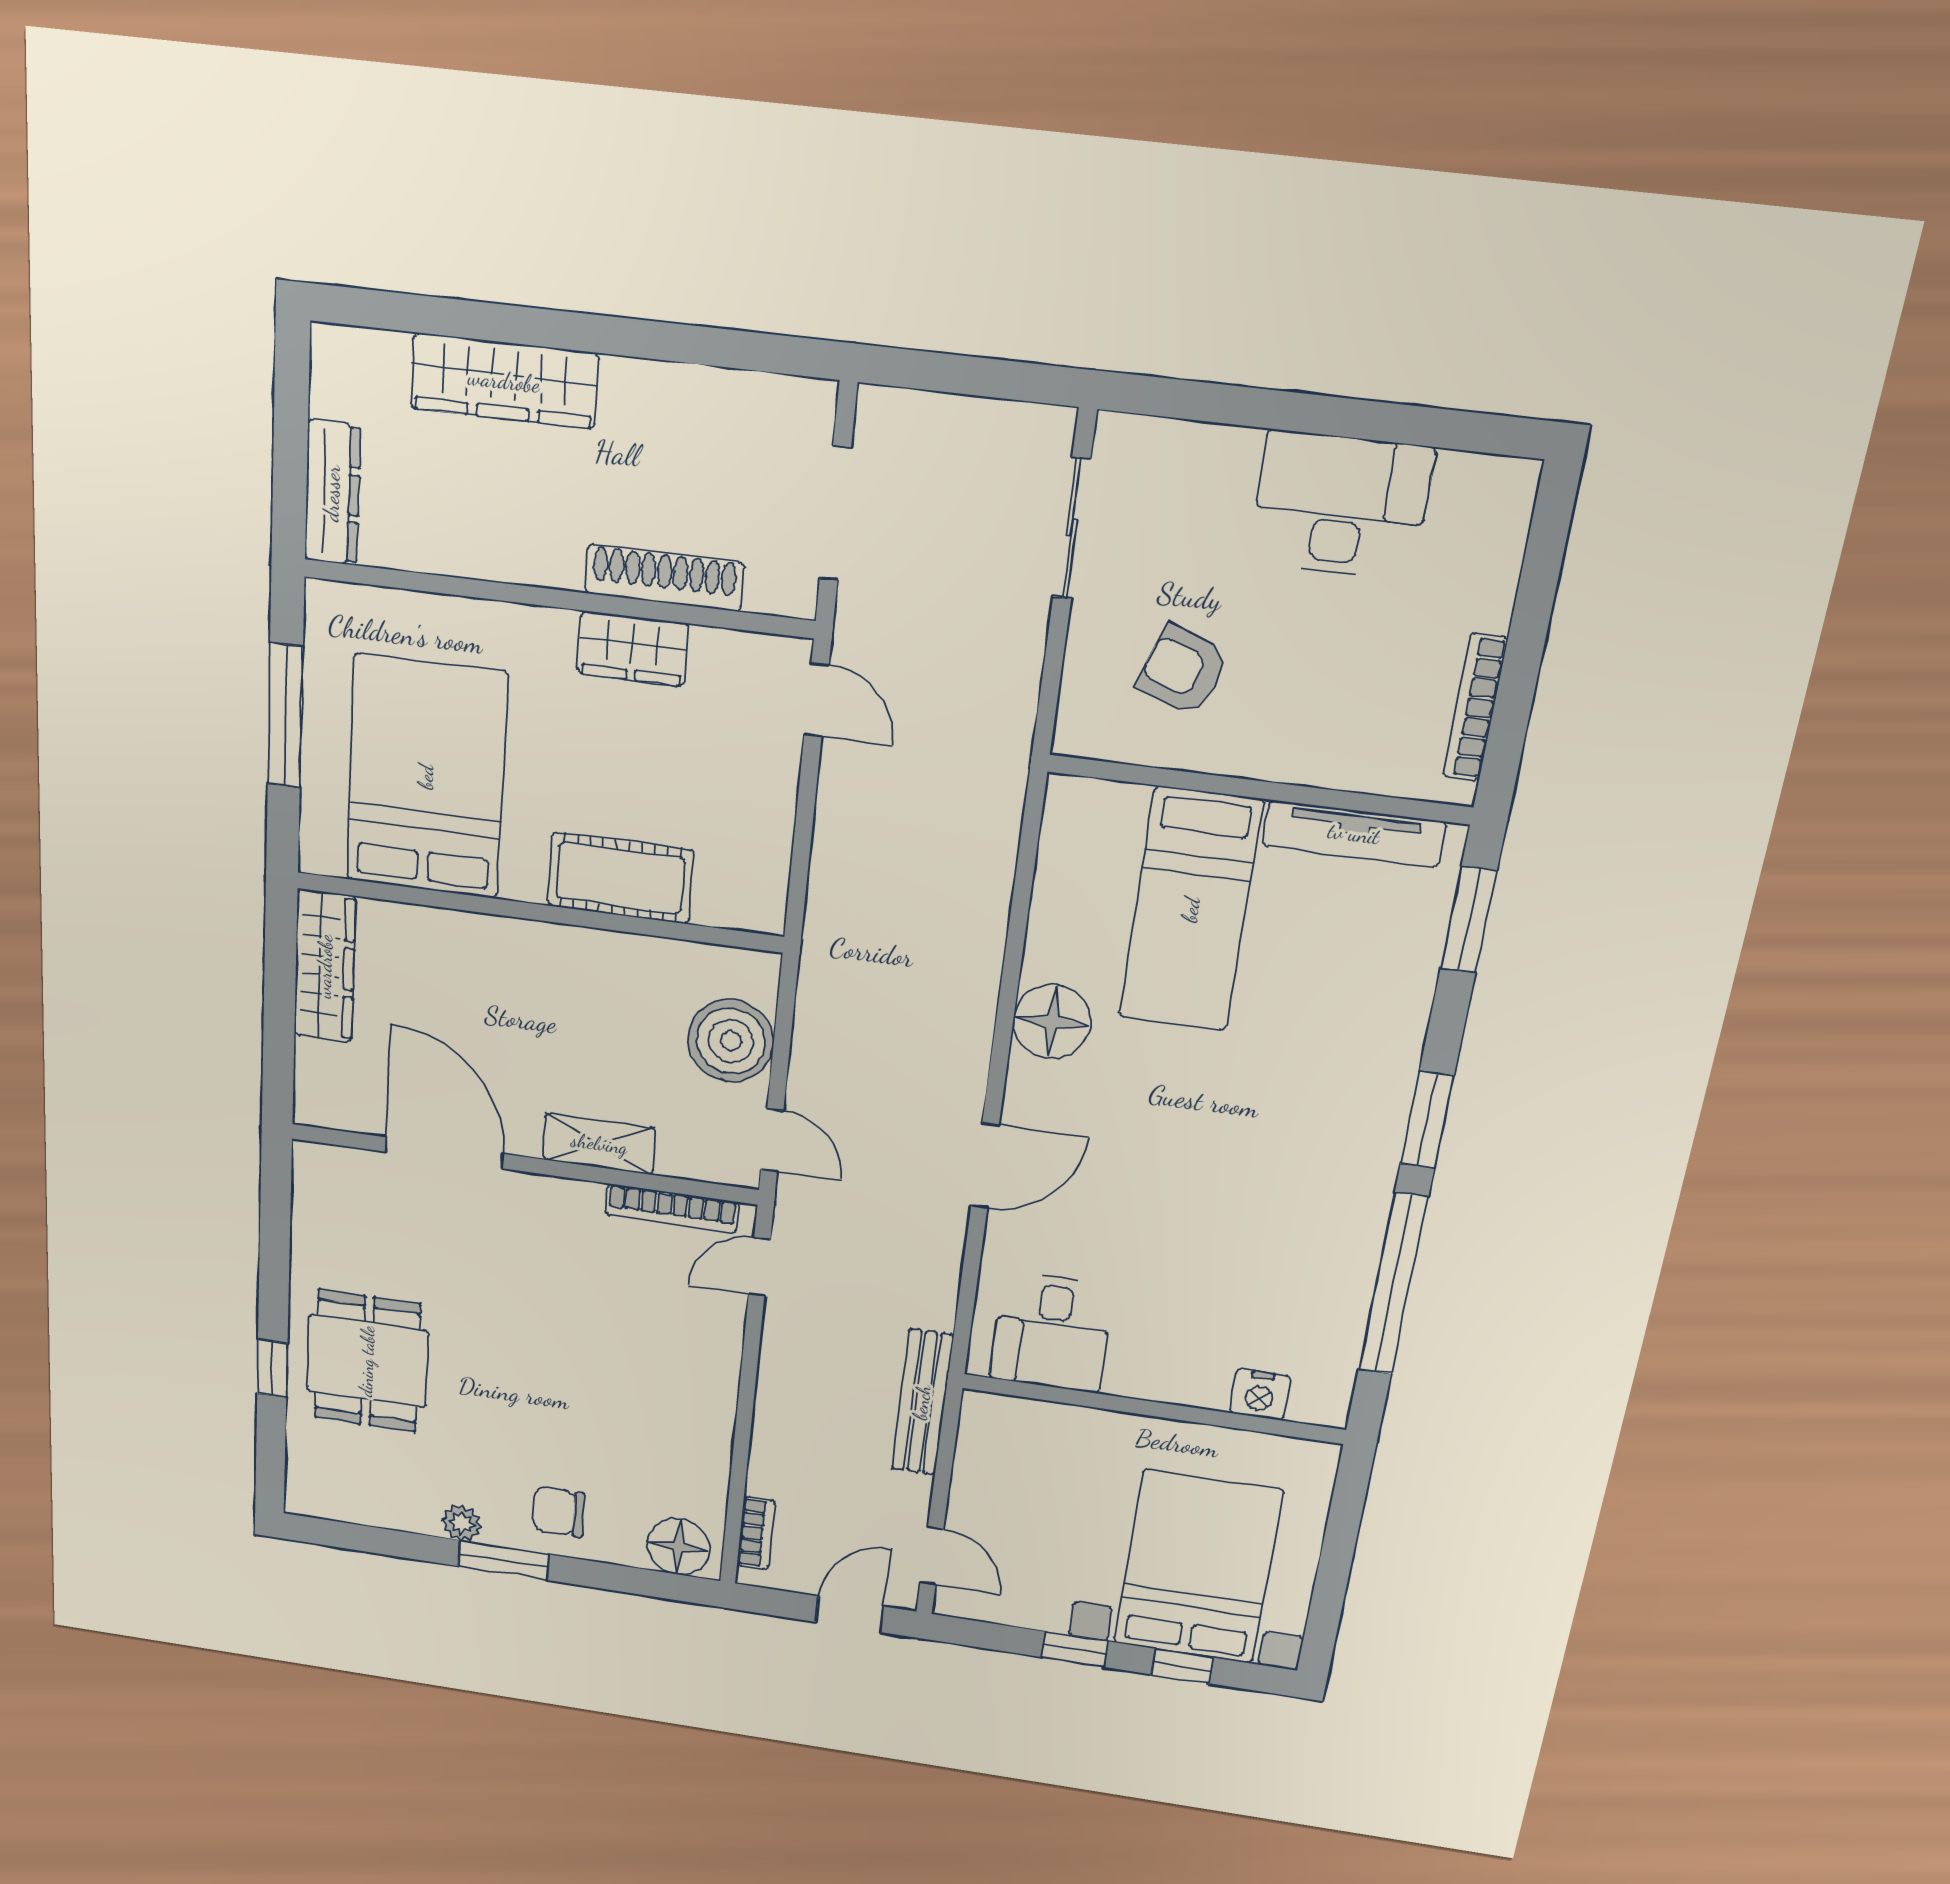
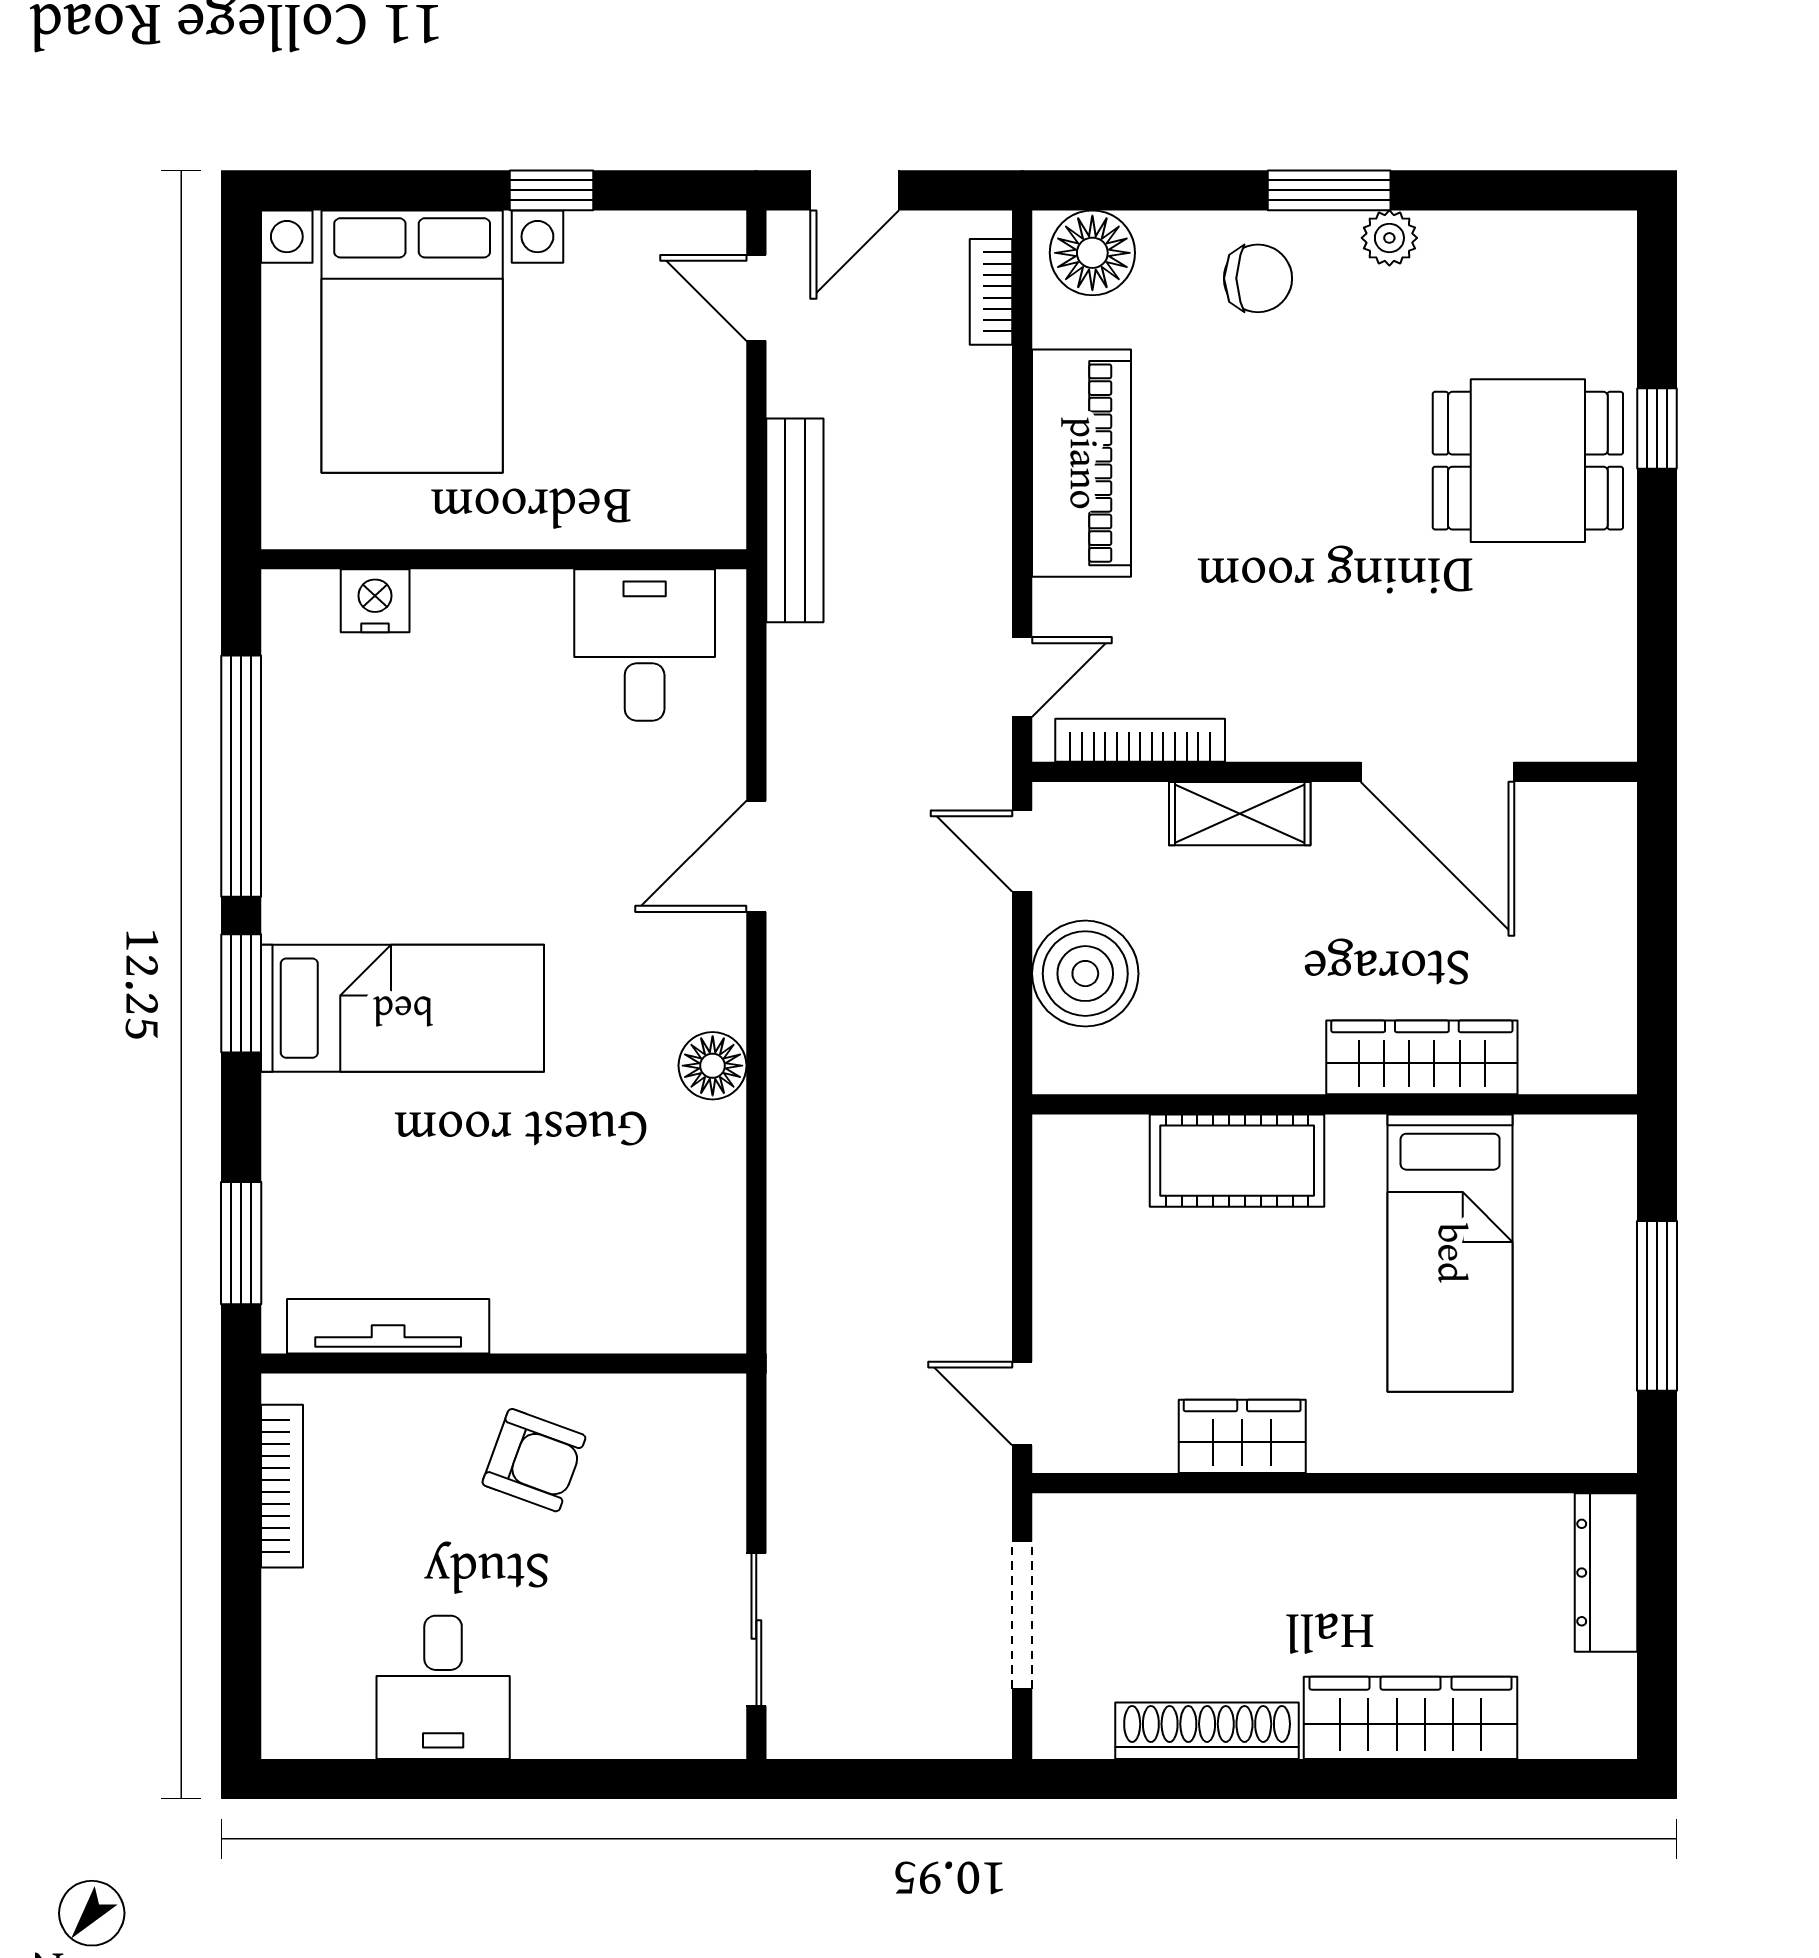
desk: (1341, 505) -> (443, 1687), width x0.73
shoe rack: (664, 578) -> (1207, 1731), moved, turned 180
armchair: (1183, 670) -> (534, 1460), moved
bed: (426, 777) -> (1450, 1253), width x0.67
bed: (1191, 910) -> (403, 1008), moved, turned 90
wardrobe: (325, 966) -> (1422, 1057), moved, turned 90
floor lamp: (1052, 1022) -> (713, 1066), width x0.73, depth x0.73
dining table: (367, 1361) -> (1528, 461), turned 90
piano: (700, 1409) -> (1082, 463), added
window: (1182, 1666) -> (409, 190), removed

